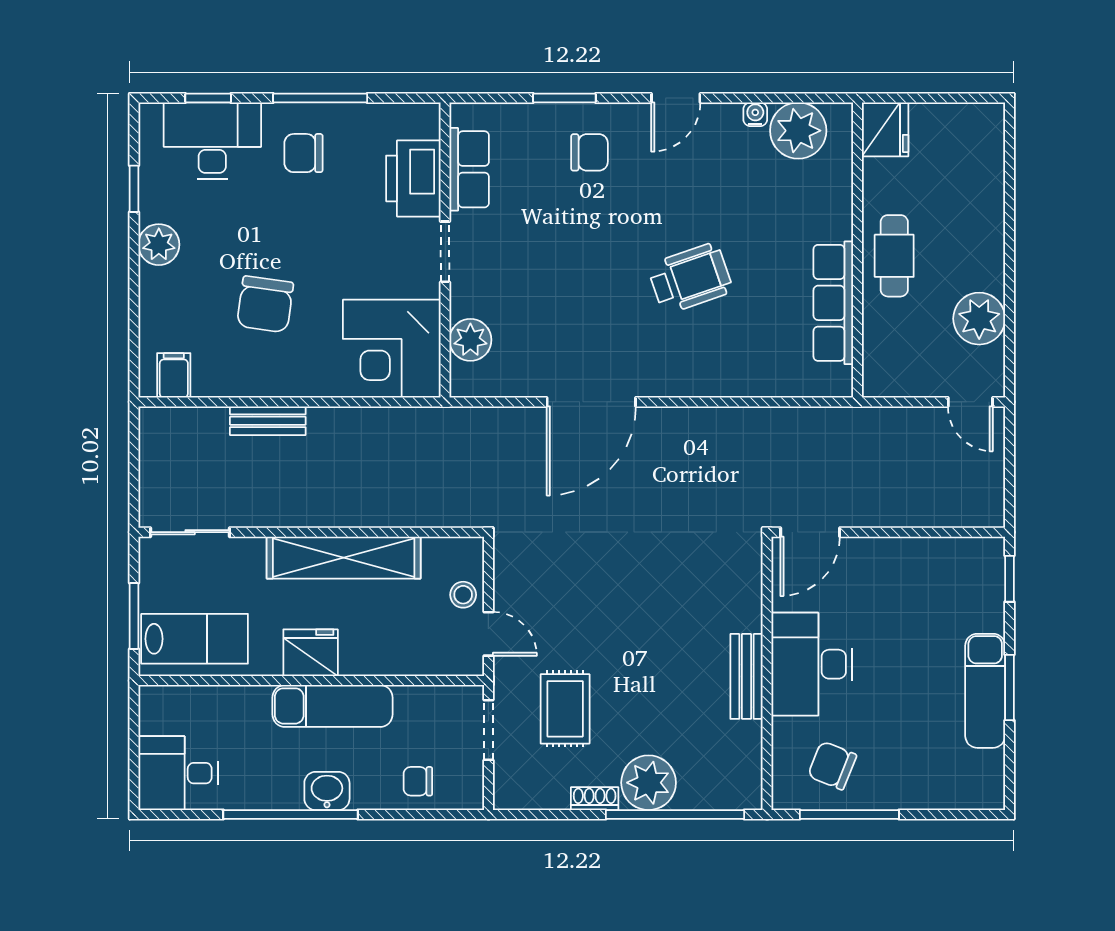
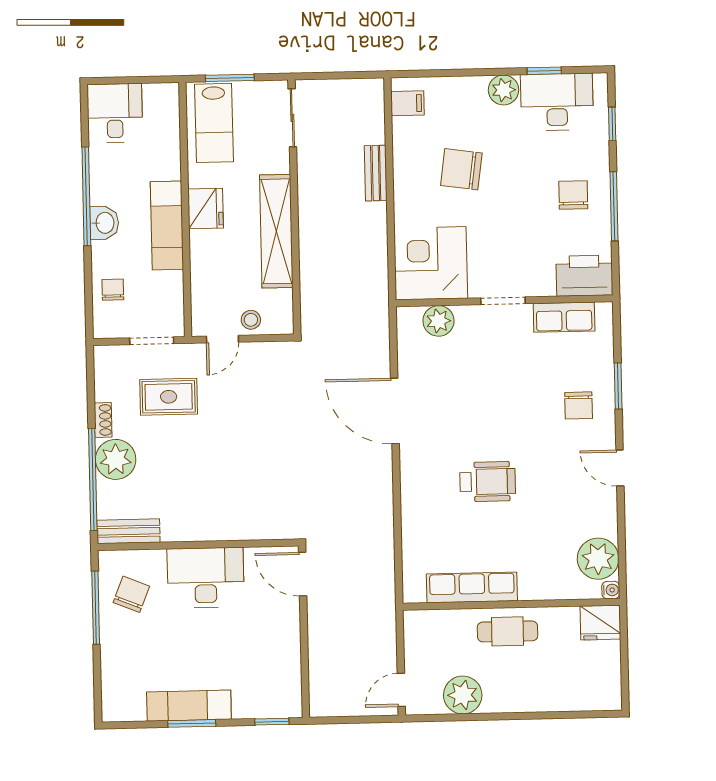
water cooler: (755, 114) -> (611, 590), moved
desk: (212, 141) -> (557, 102), moved, turned -90
printer: (413, 178) -> (584, 276), moved
wheelchair: (690, 278) -> (488, 482), turned -71
bench: (746, 676) -> (128, 531), moved

